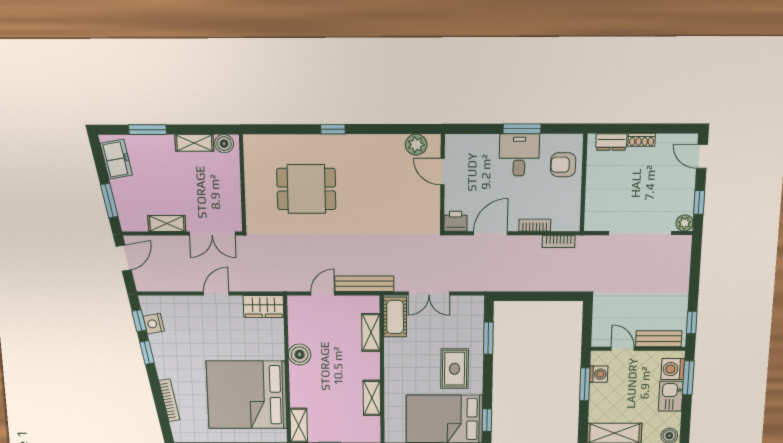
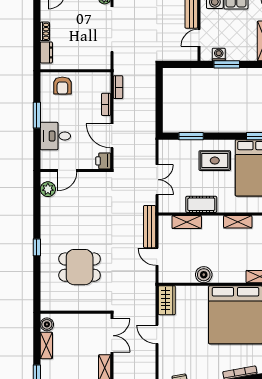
desk: (519, 155) -> (55, 136), moved
dining table: (306, 189) -> (80, 267), turned 90
cot: (395, 317) -> (201, 204), moved

